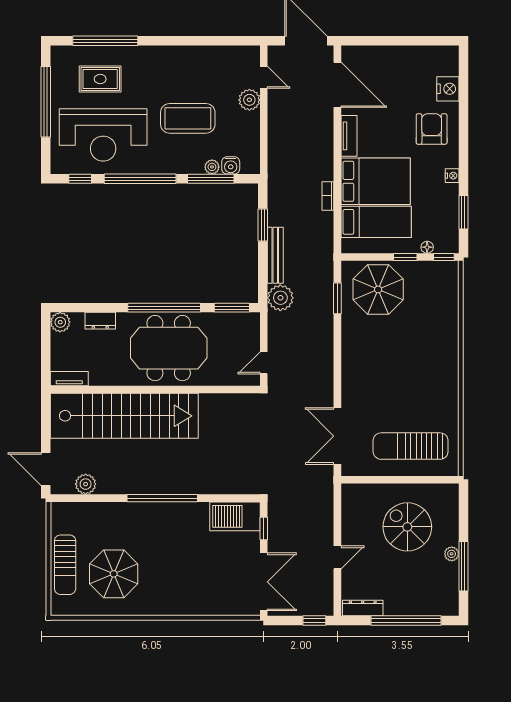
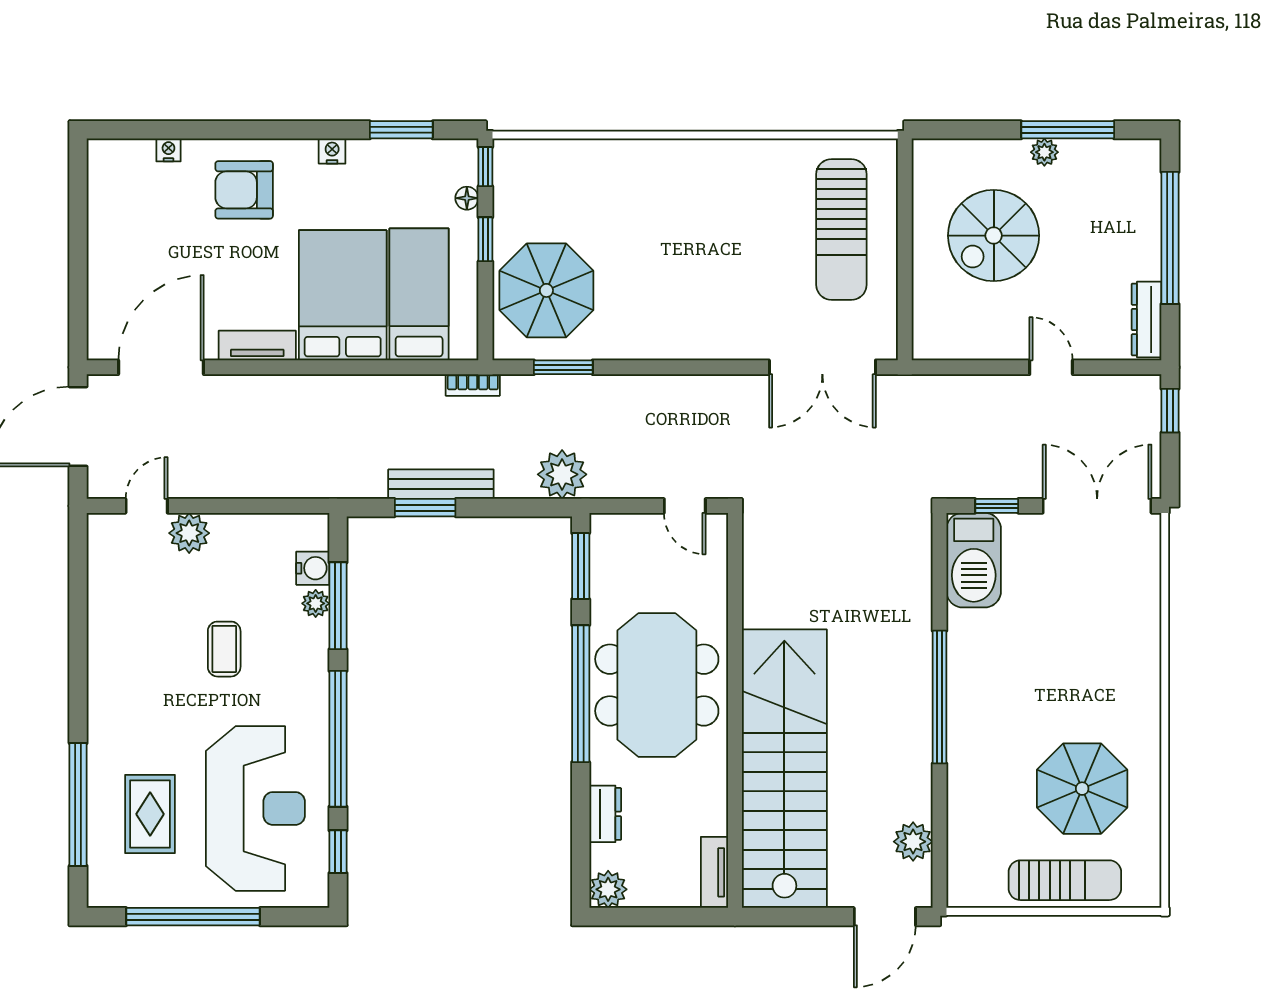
nightstand: (448, 89) -> (168, 150), width x0.53, depth x0.56
coffee table: (188, 118) -> (224, 649), width x0.54, depth x0.58
bookcase: (328, 196) -> (473, 385), moved
bench: (275, 255) -> (441, 484), moved

